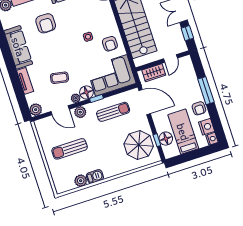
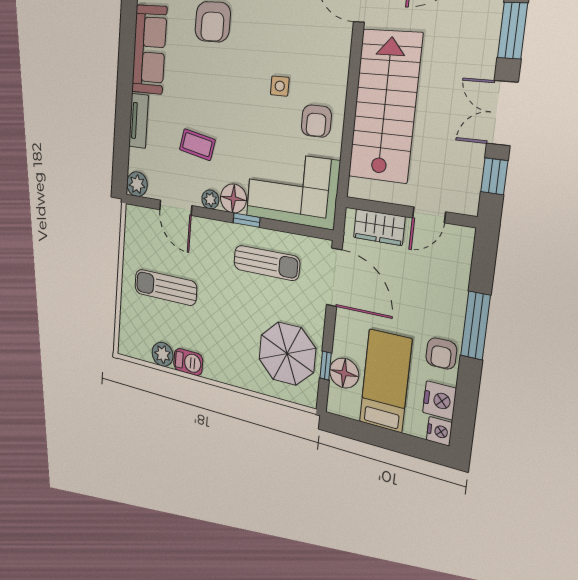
plant: (80, 112) -> (208, 230), removed

